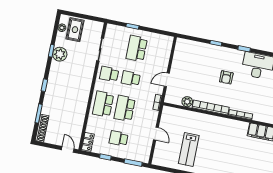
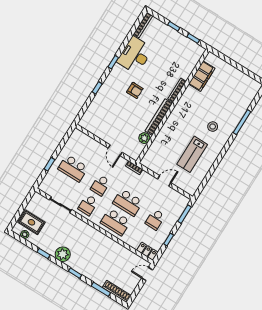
plant: (60, 54) -> (63, 254), moved
lab bench: (189, 149) -> (192, 154), turned 90
stool: (220, 158) -> (213, 127), added

